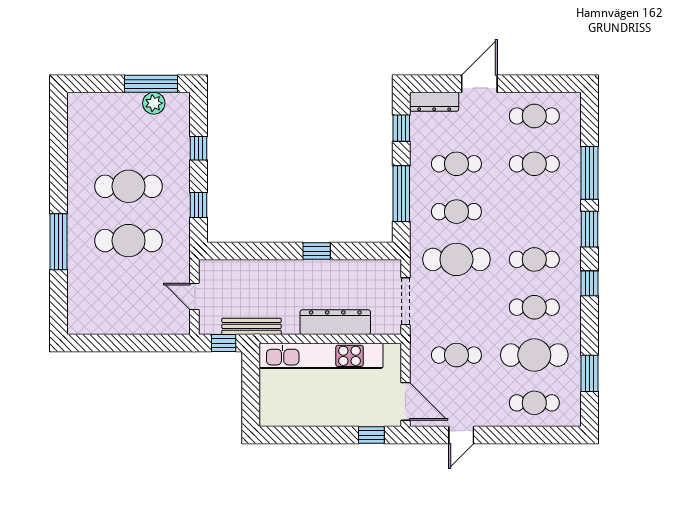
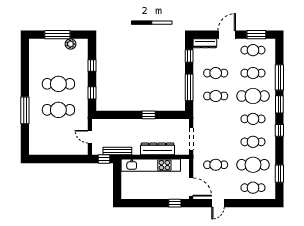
window: (151, 84) -> (57, 35), moved
window: (541, 84) -> (256, 35), added
cafe table: (456, 259) -> (253, 96), moved

